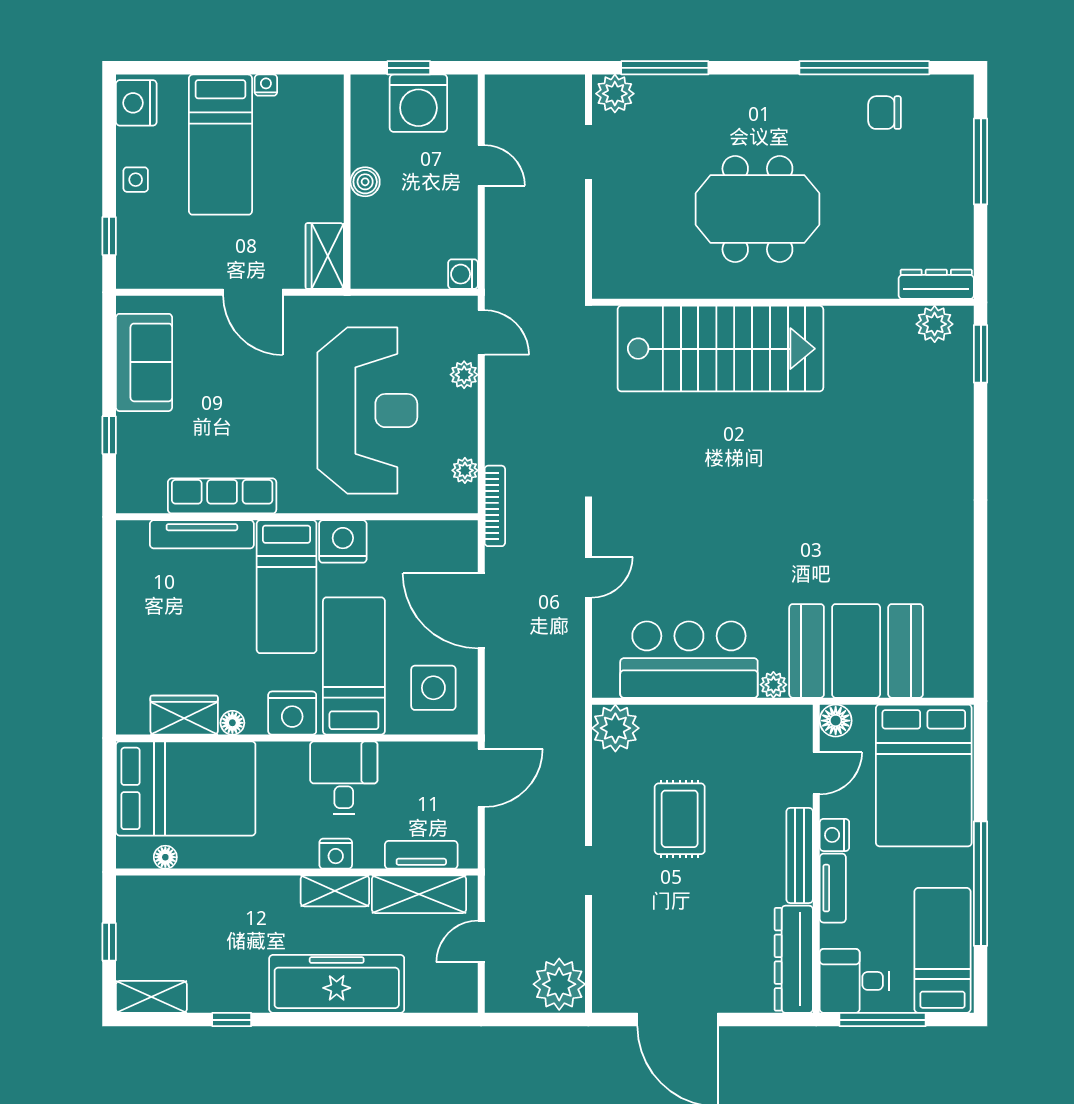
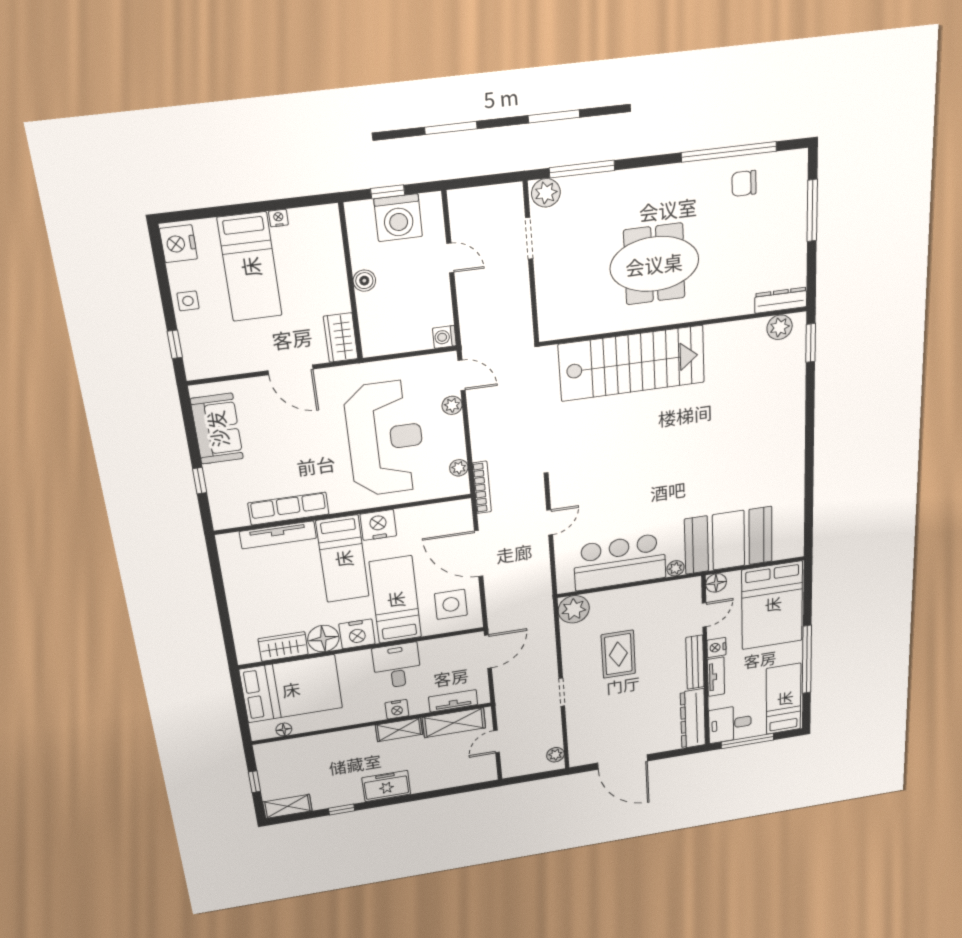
floor lamp: (232, 723) -> (323, 639), width x1.89, depth x1.89
freezer: (337, 984) -> (386, 786), width x0.52, depth x0.79
plant: (559, 984) -> (555, 755), width x0.53, depth x0.53

